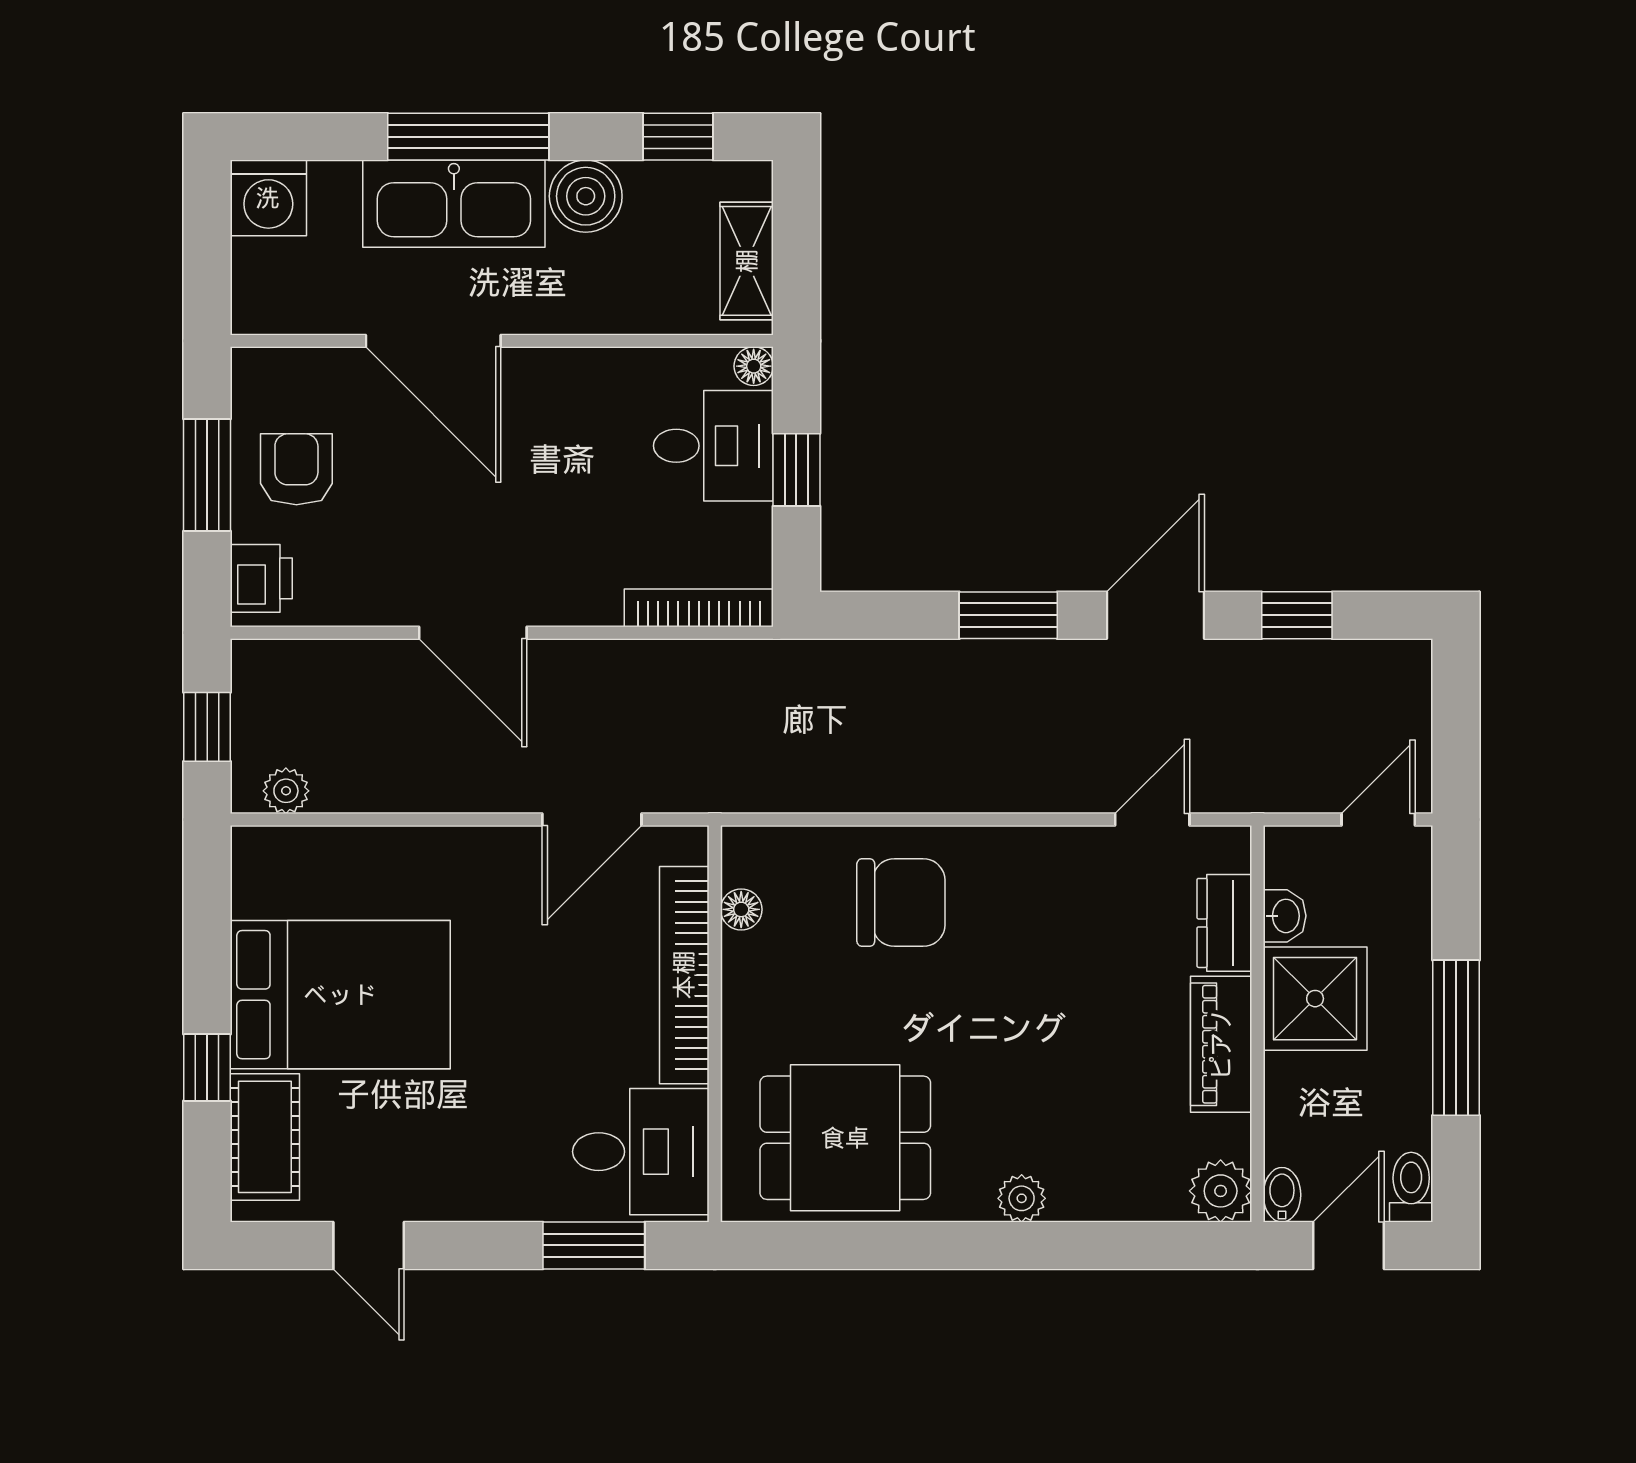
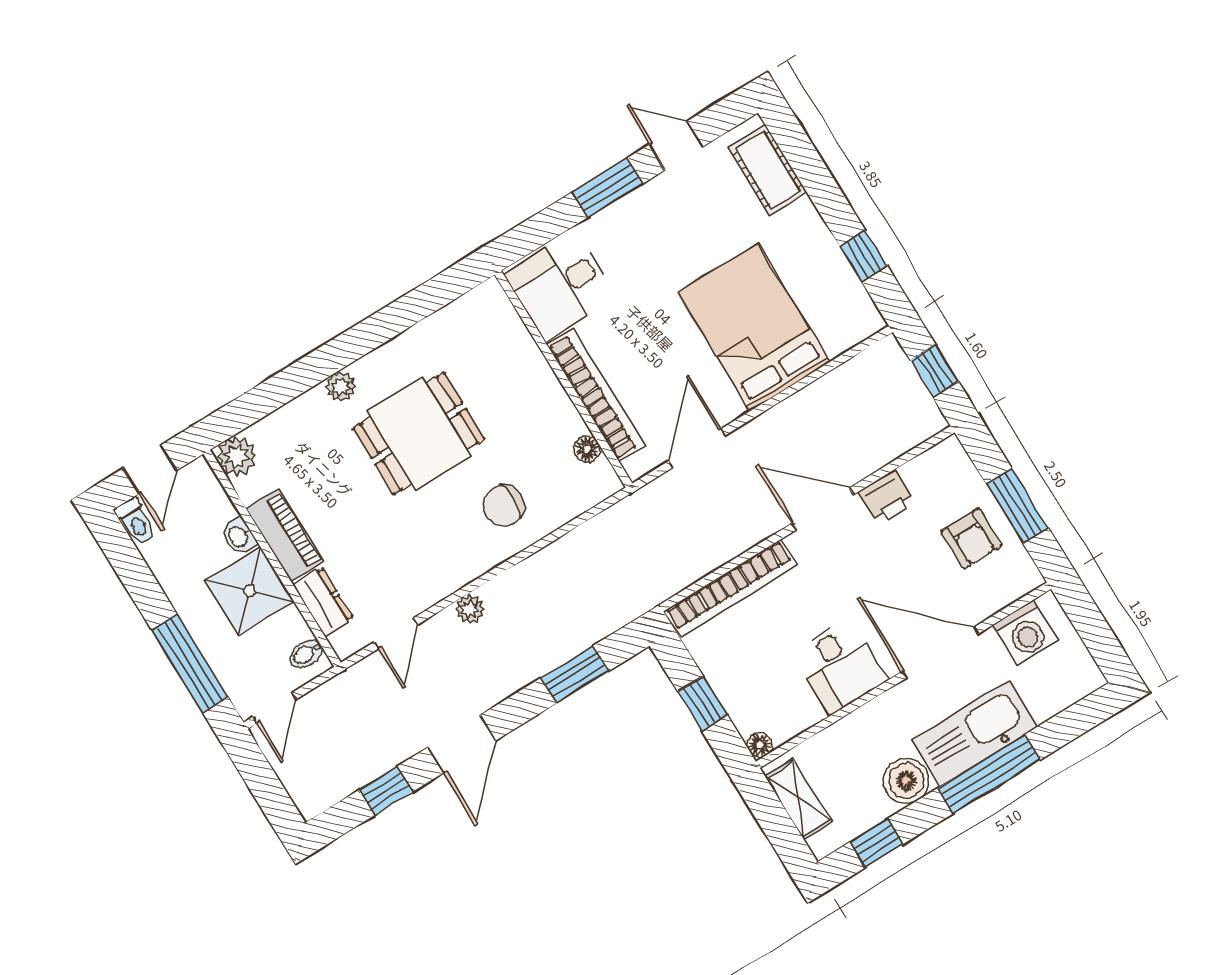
washing machine: (268, 198) -> (1025, 633), moved, turned 180
desk: (713, 446) -> (840, 666), moved, turned -90
printer: (261, 578) -> (886, 497), moved, turned -90
bookcase: (699, 608) -> (731, 588), width x1.48, depth x1.31
window: (1008, 615) -> (575, 675), moved
plant: (286, 791) -> (470, 609), moved
chair: (901, 903) -> (504, 506), width x0.73, depth x0.73
washbasin: (1285, 916) -> (238, 536), moved
bed: (340, 995) -> (754, 328), moved, turned 90
window: (1456, 1038) -> (190, 664), moved
window: (207, 1067) -> (864, 256), moved
dining table: (845, 1138) -> (419, 433), moved
bidet: (1282, 1195) -> (306, 654), moved, turned 90
window: (594, 1245) -> (608, 188), moved

